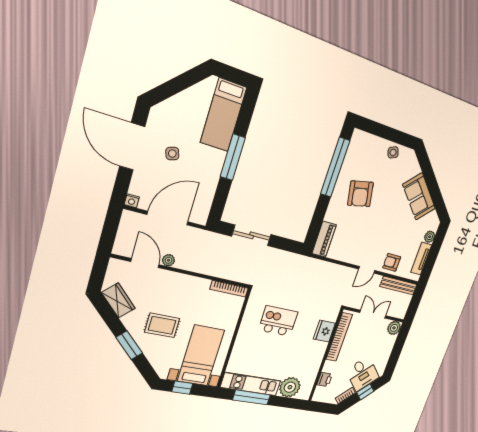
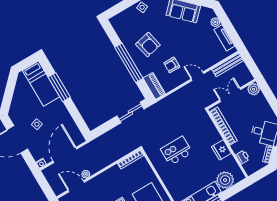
window: (233, 157) -> (59, 87), moved
window: (335, 167) -> (129, 63), moved
sliding door: (252, 235) -> (130, 113), moved
armchair: (392, 262) -> (172, 65), moved
door: (367, 270) -> (197, 76), swing flipped
fridge: (324, 331) -> (221, 150), moved

